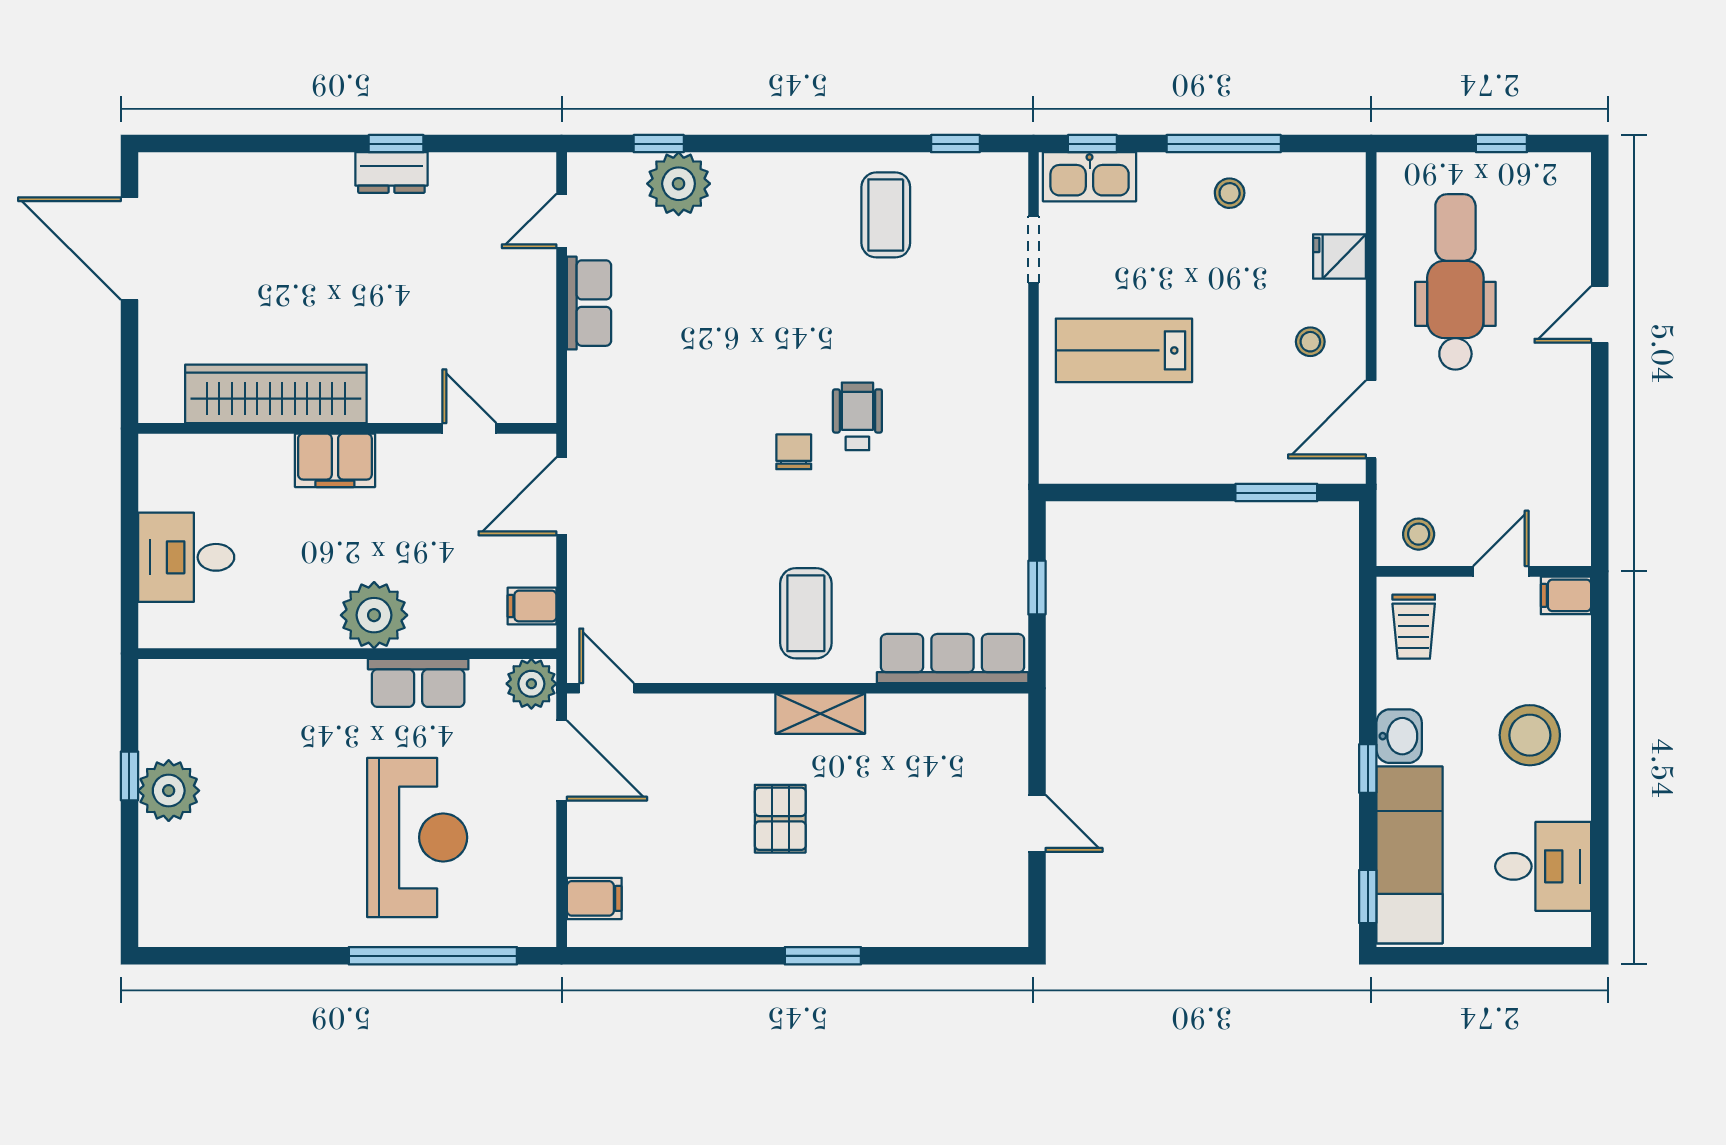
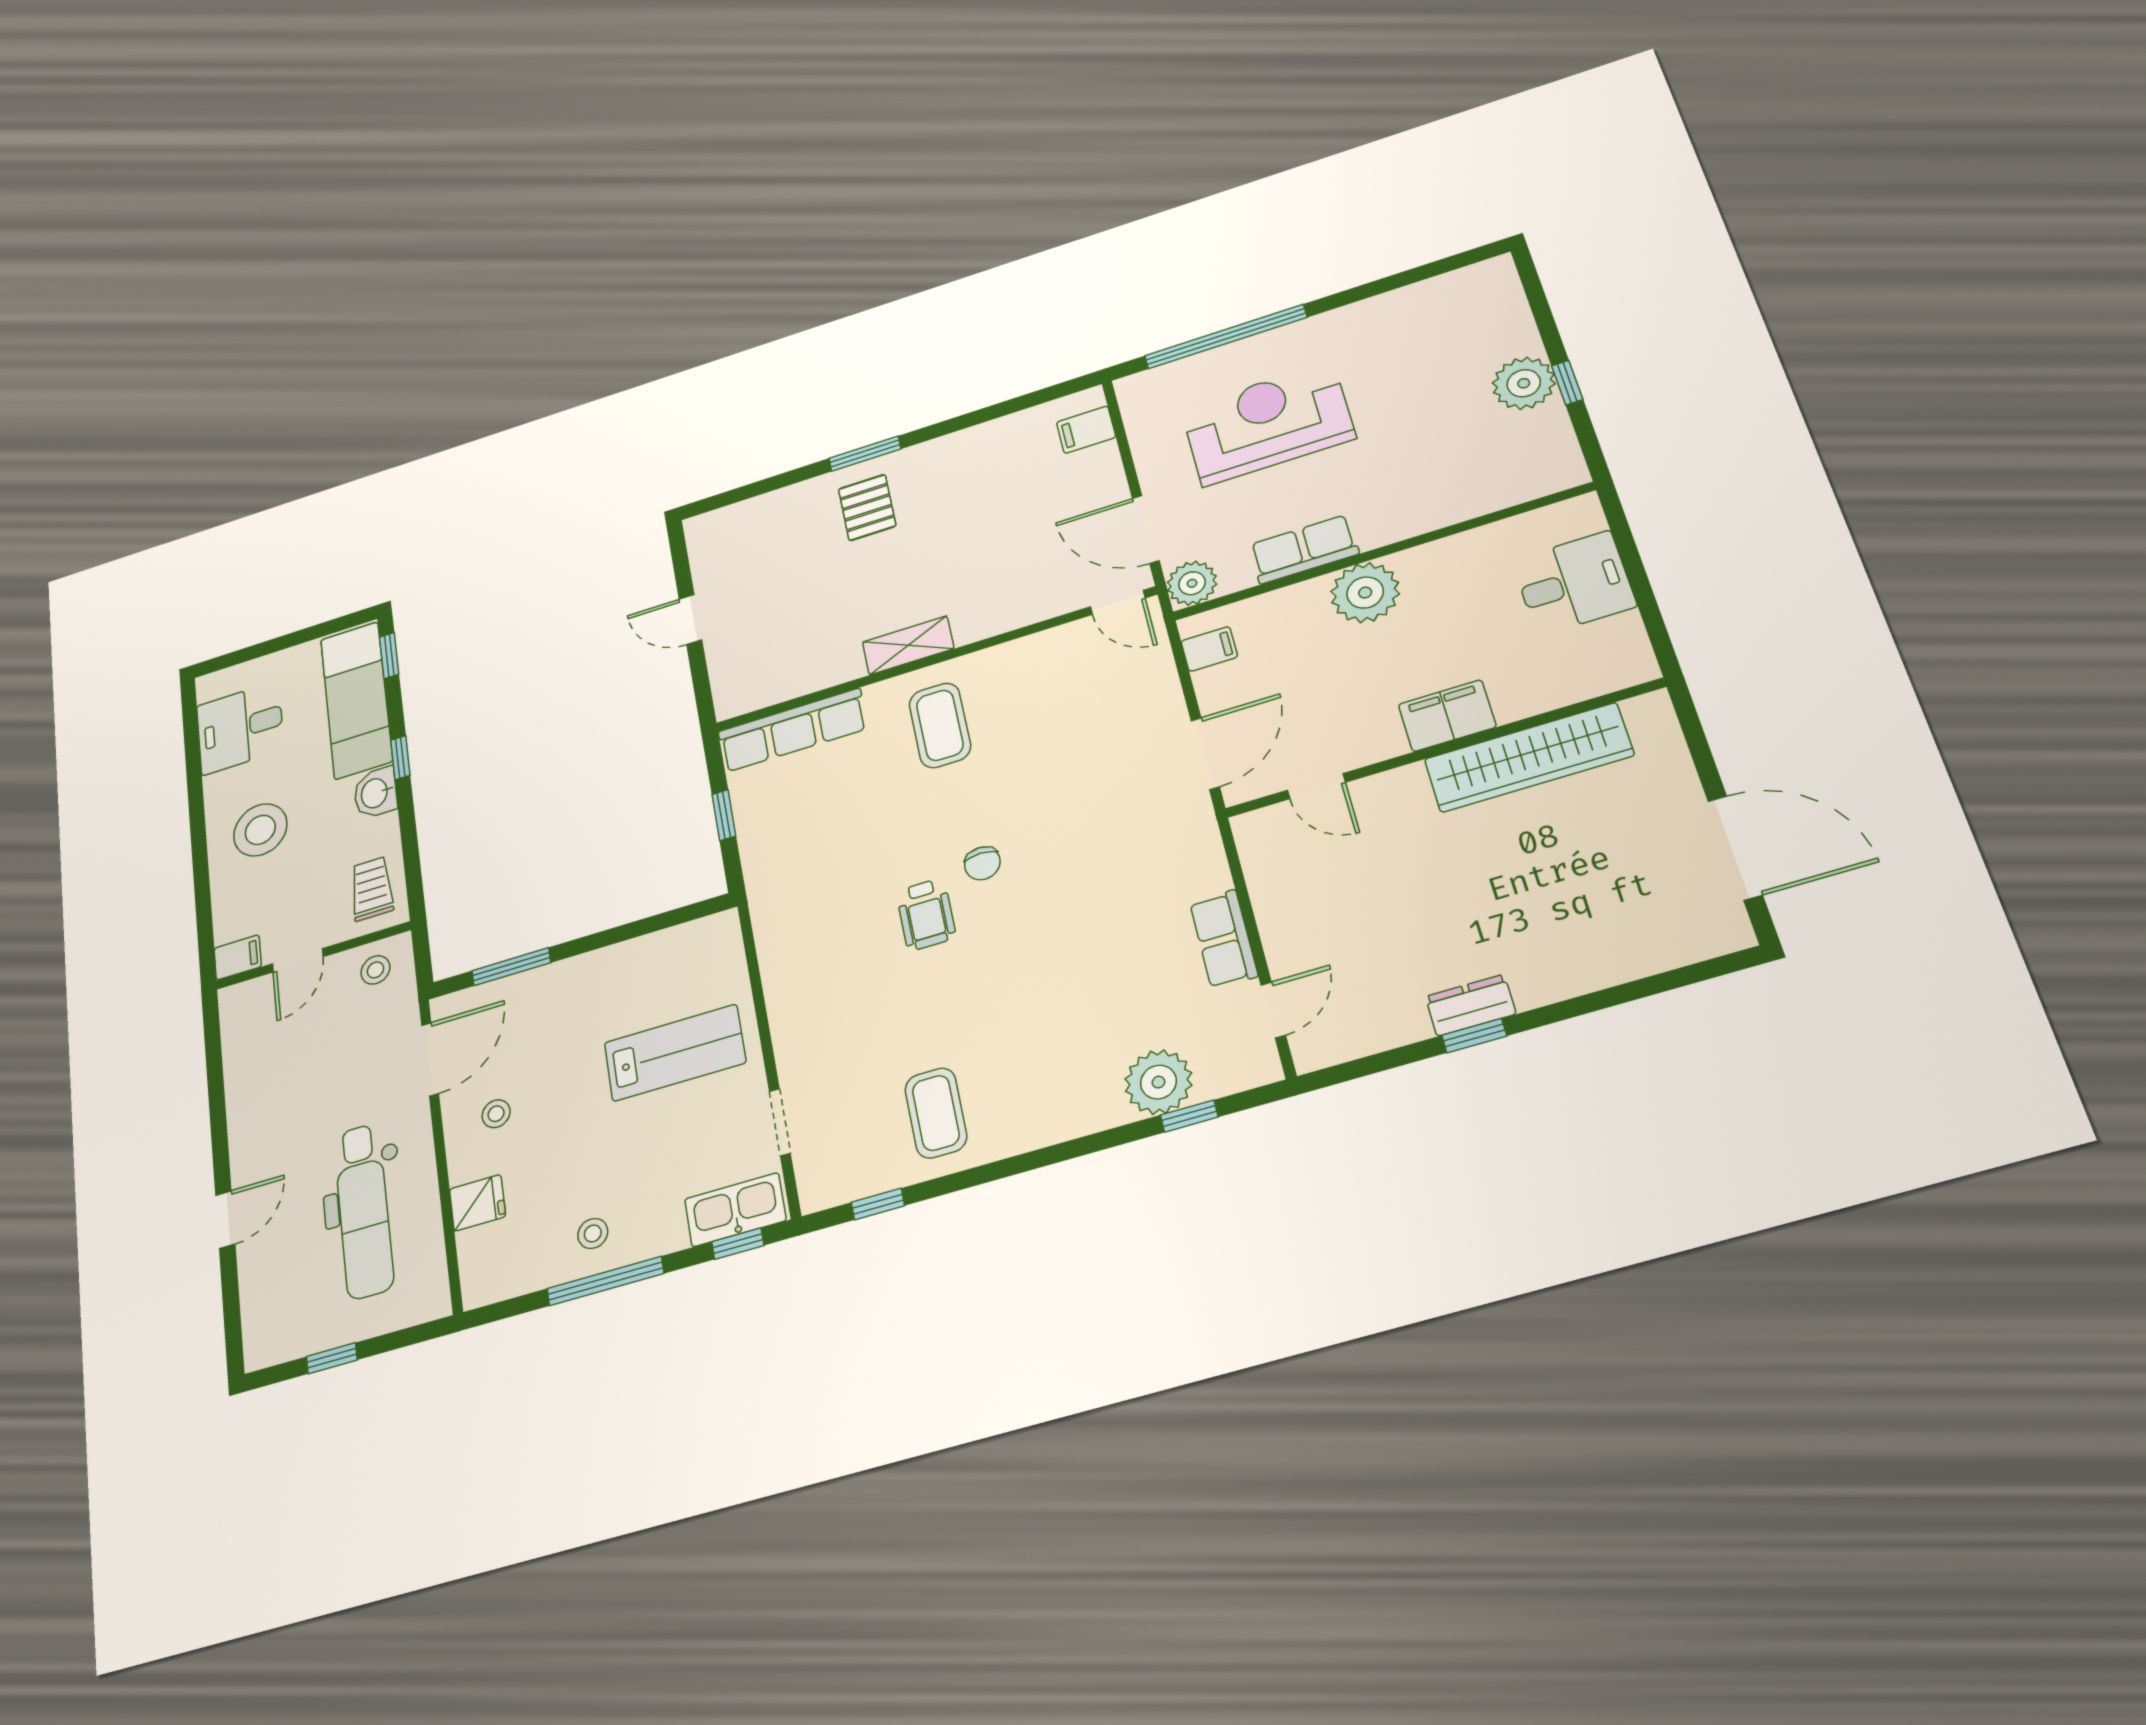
pallet: (780, 819) -> (867, 507), moved
reception desk: (417, 837) -> (1268, 423), turned 90

